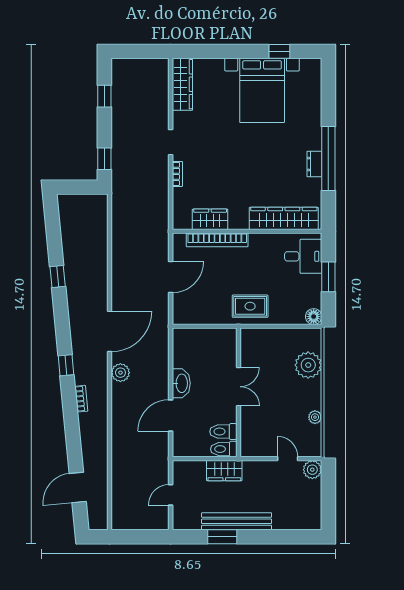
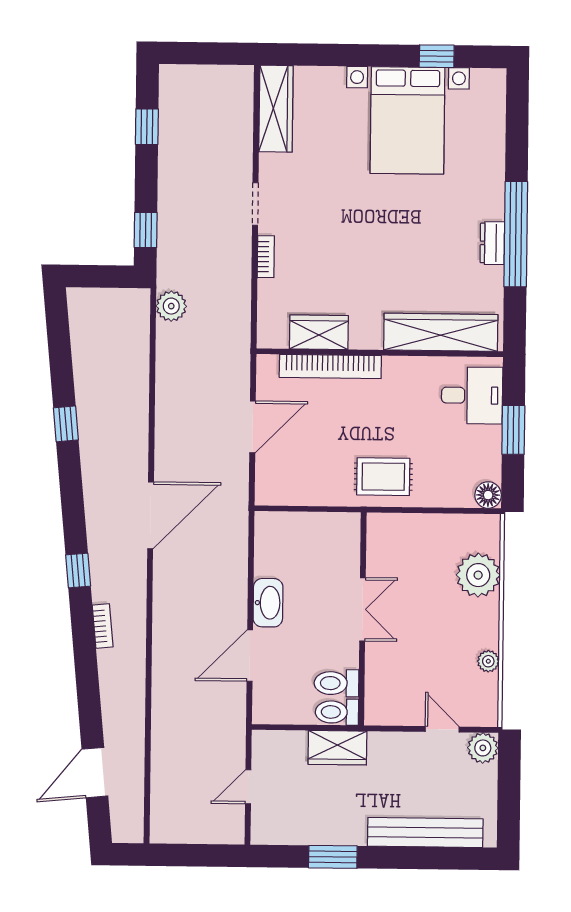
plant: (120, 373) -> (171, 306), moved
bench: (237, 521) -> (425, 832), moved

